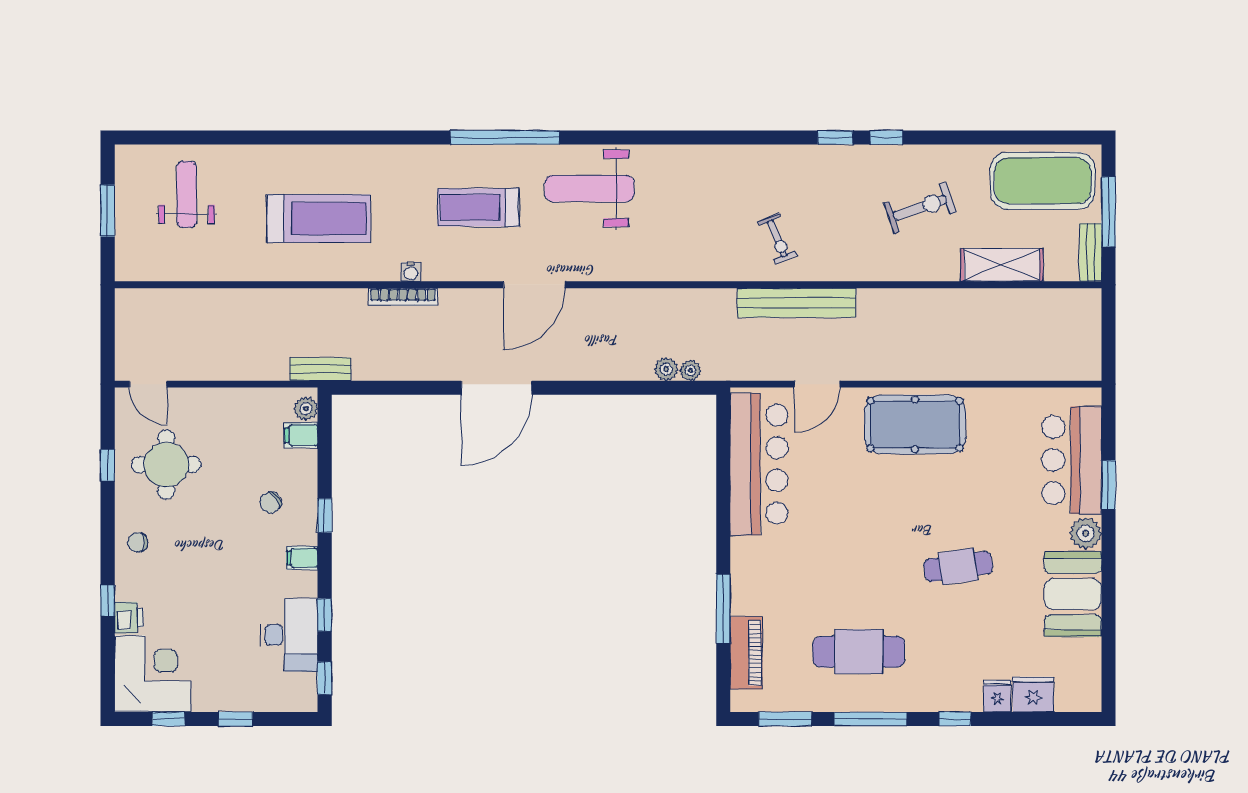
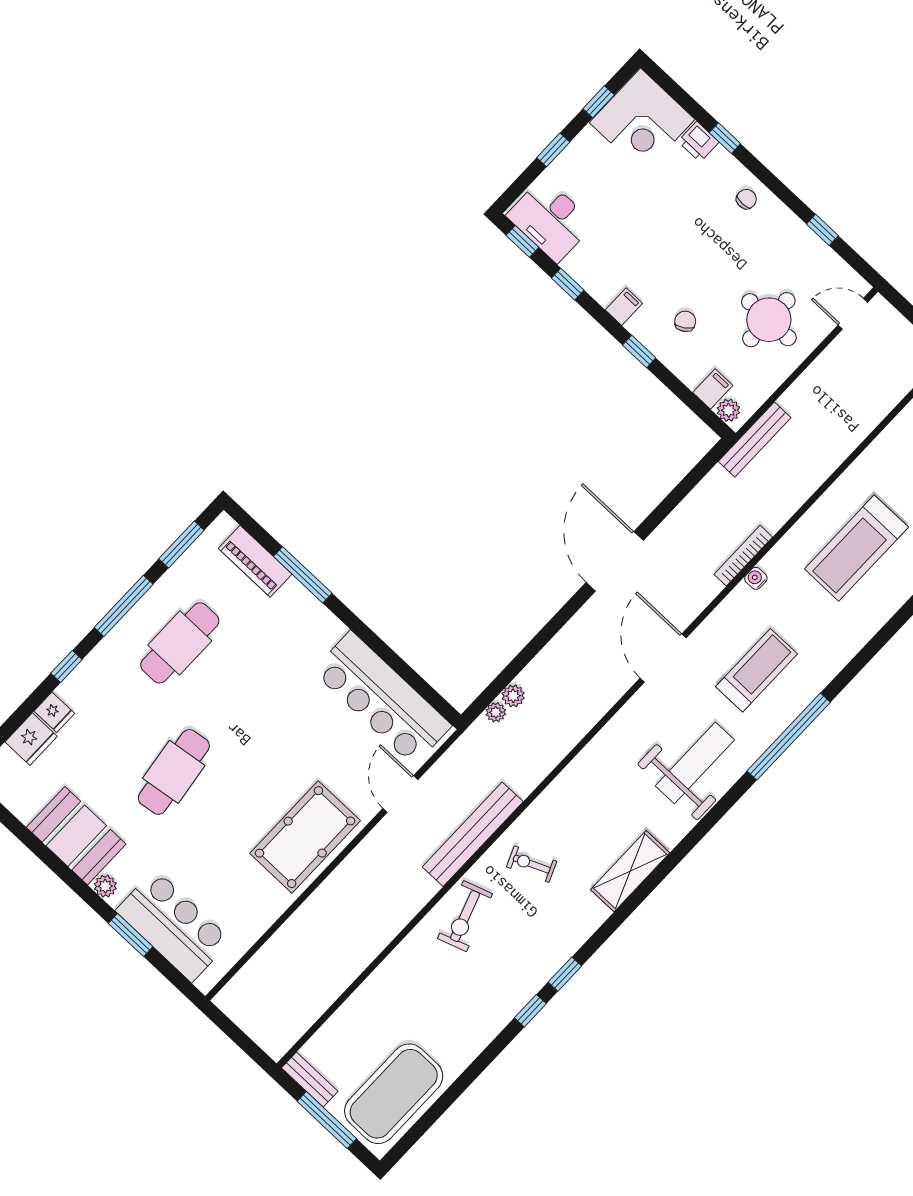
exercise bike: (920, 208) -> (465, 916), moved
shelving: (1002, 265) -> (630, 871), moved
bench: (320, 369) -> (755, 440), width x1.36
round table: (166, 465) -> (769, 320), moved
plant: (1086, 533) -> (105, 886), width x0.73, depth x0.73
cafe table: (958, 566) -> (174, 772), width x1.37, depth x1.35
desk: (289, 635) -> (550, 220), moved

